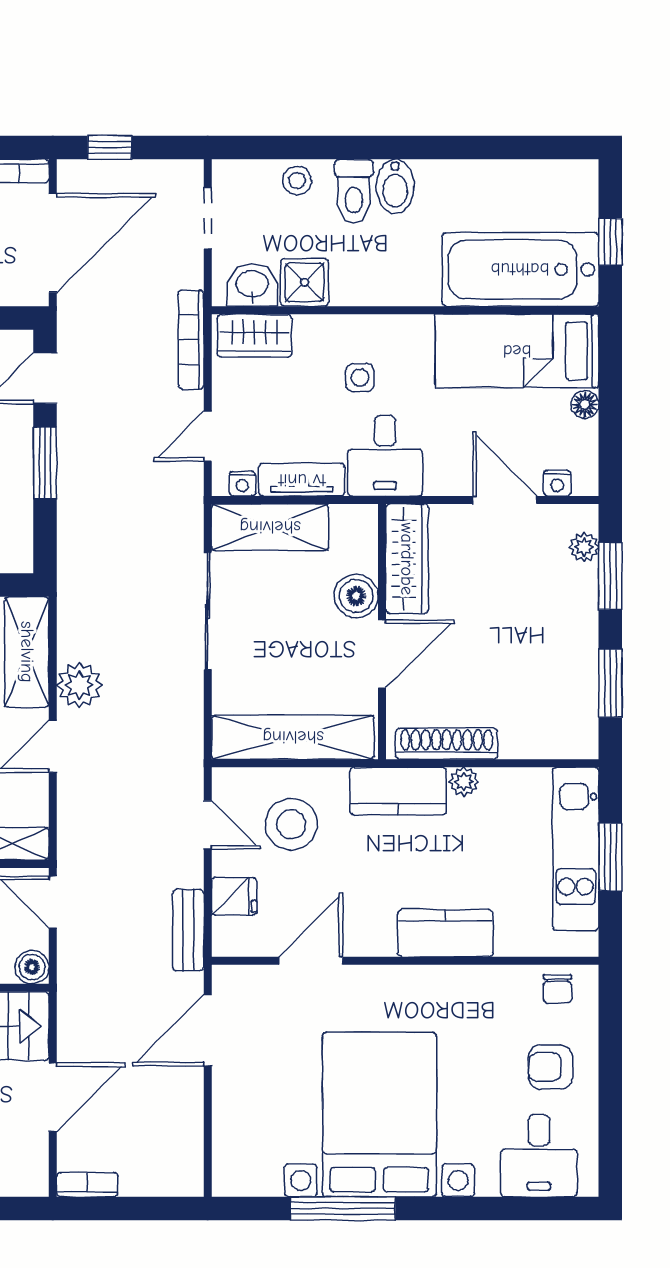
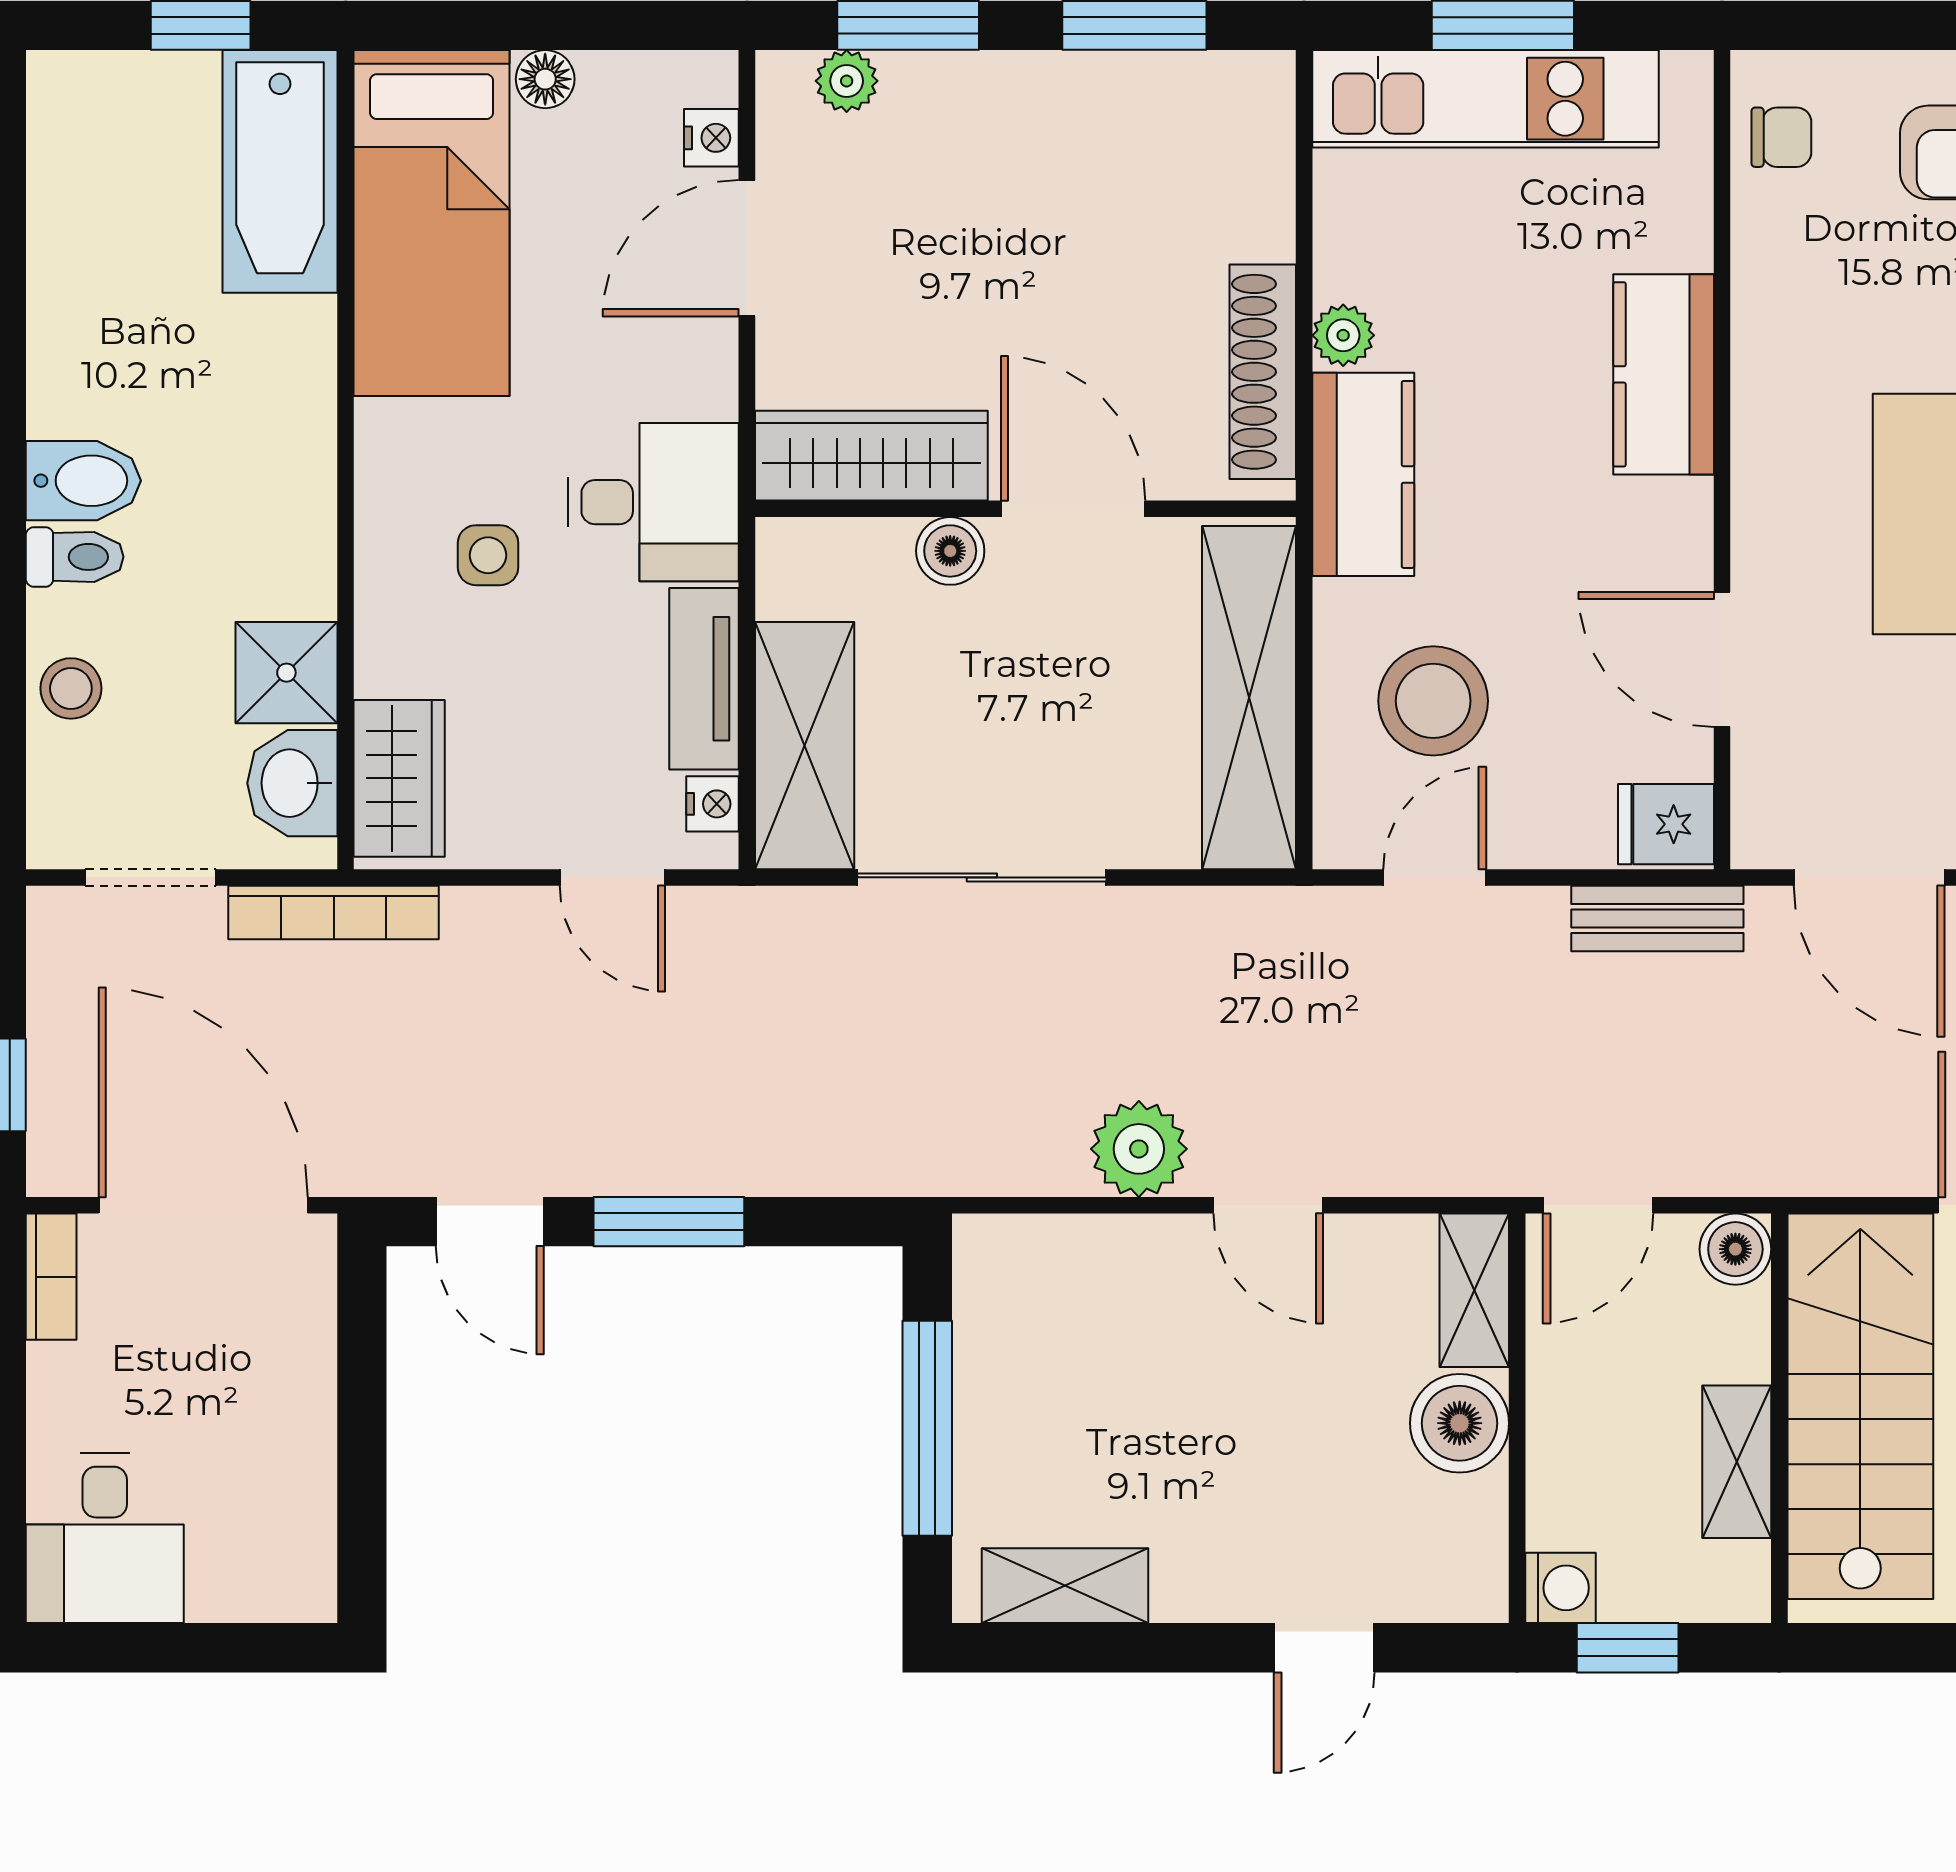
toilet: (354, 191) -> (75, 557), width x0.73, depth x0.72
bathtub: (520, 269) -> (280, 171), width x0.73, depth x0.73
bookcase: (191, 340) -> (334, 913), moved
boiler: (356, 596) -> (950, 551), width x0.73, depth x0.73
shelving: (27, 652) -> (1069, 1260), removed
fridge: (234, 896) -> (1666, 824), moved, turned -90

